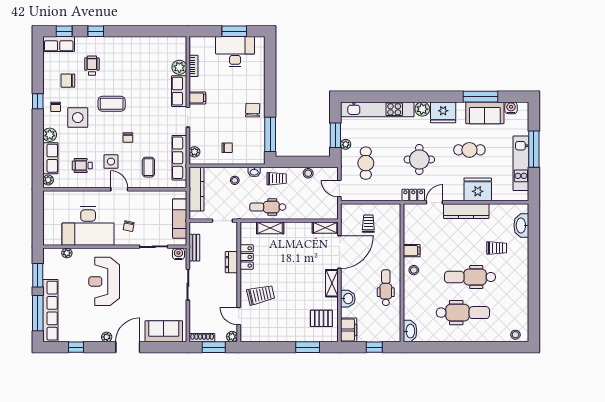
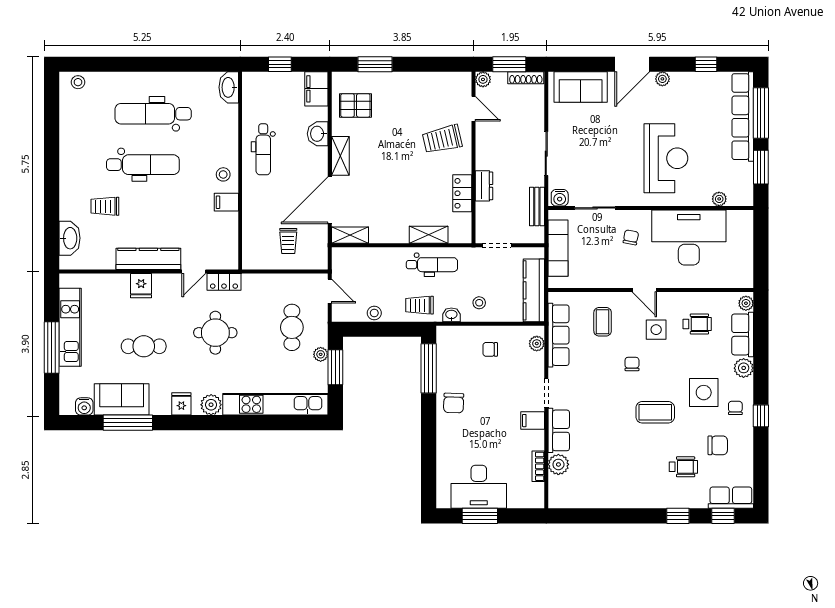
wheelchair: (92, 66) -> (683, 467), turned -90
fridge: (443, 112) -> (181, 404), width x0.53, depth x0.75
fridge: (478, 189) -> (141, 286), width x0.53, depth x0.75

